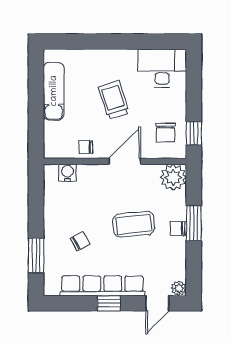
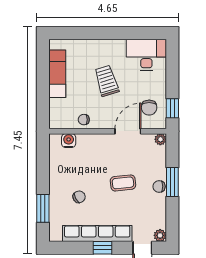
door: (125, 161) -> (128, 131), moved
plant: (173, 177) -> (160, 139), width x0.53, depth x0.53
coffee table: (134, 224) -> (123, 183), width x0.73, depth x0.77

